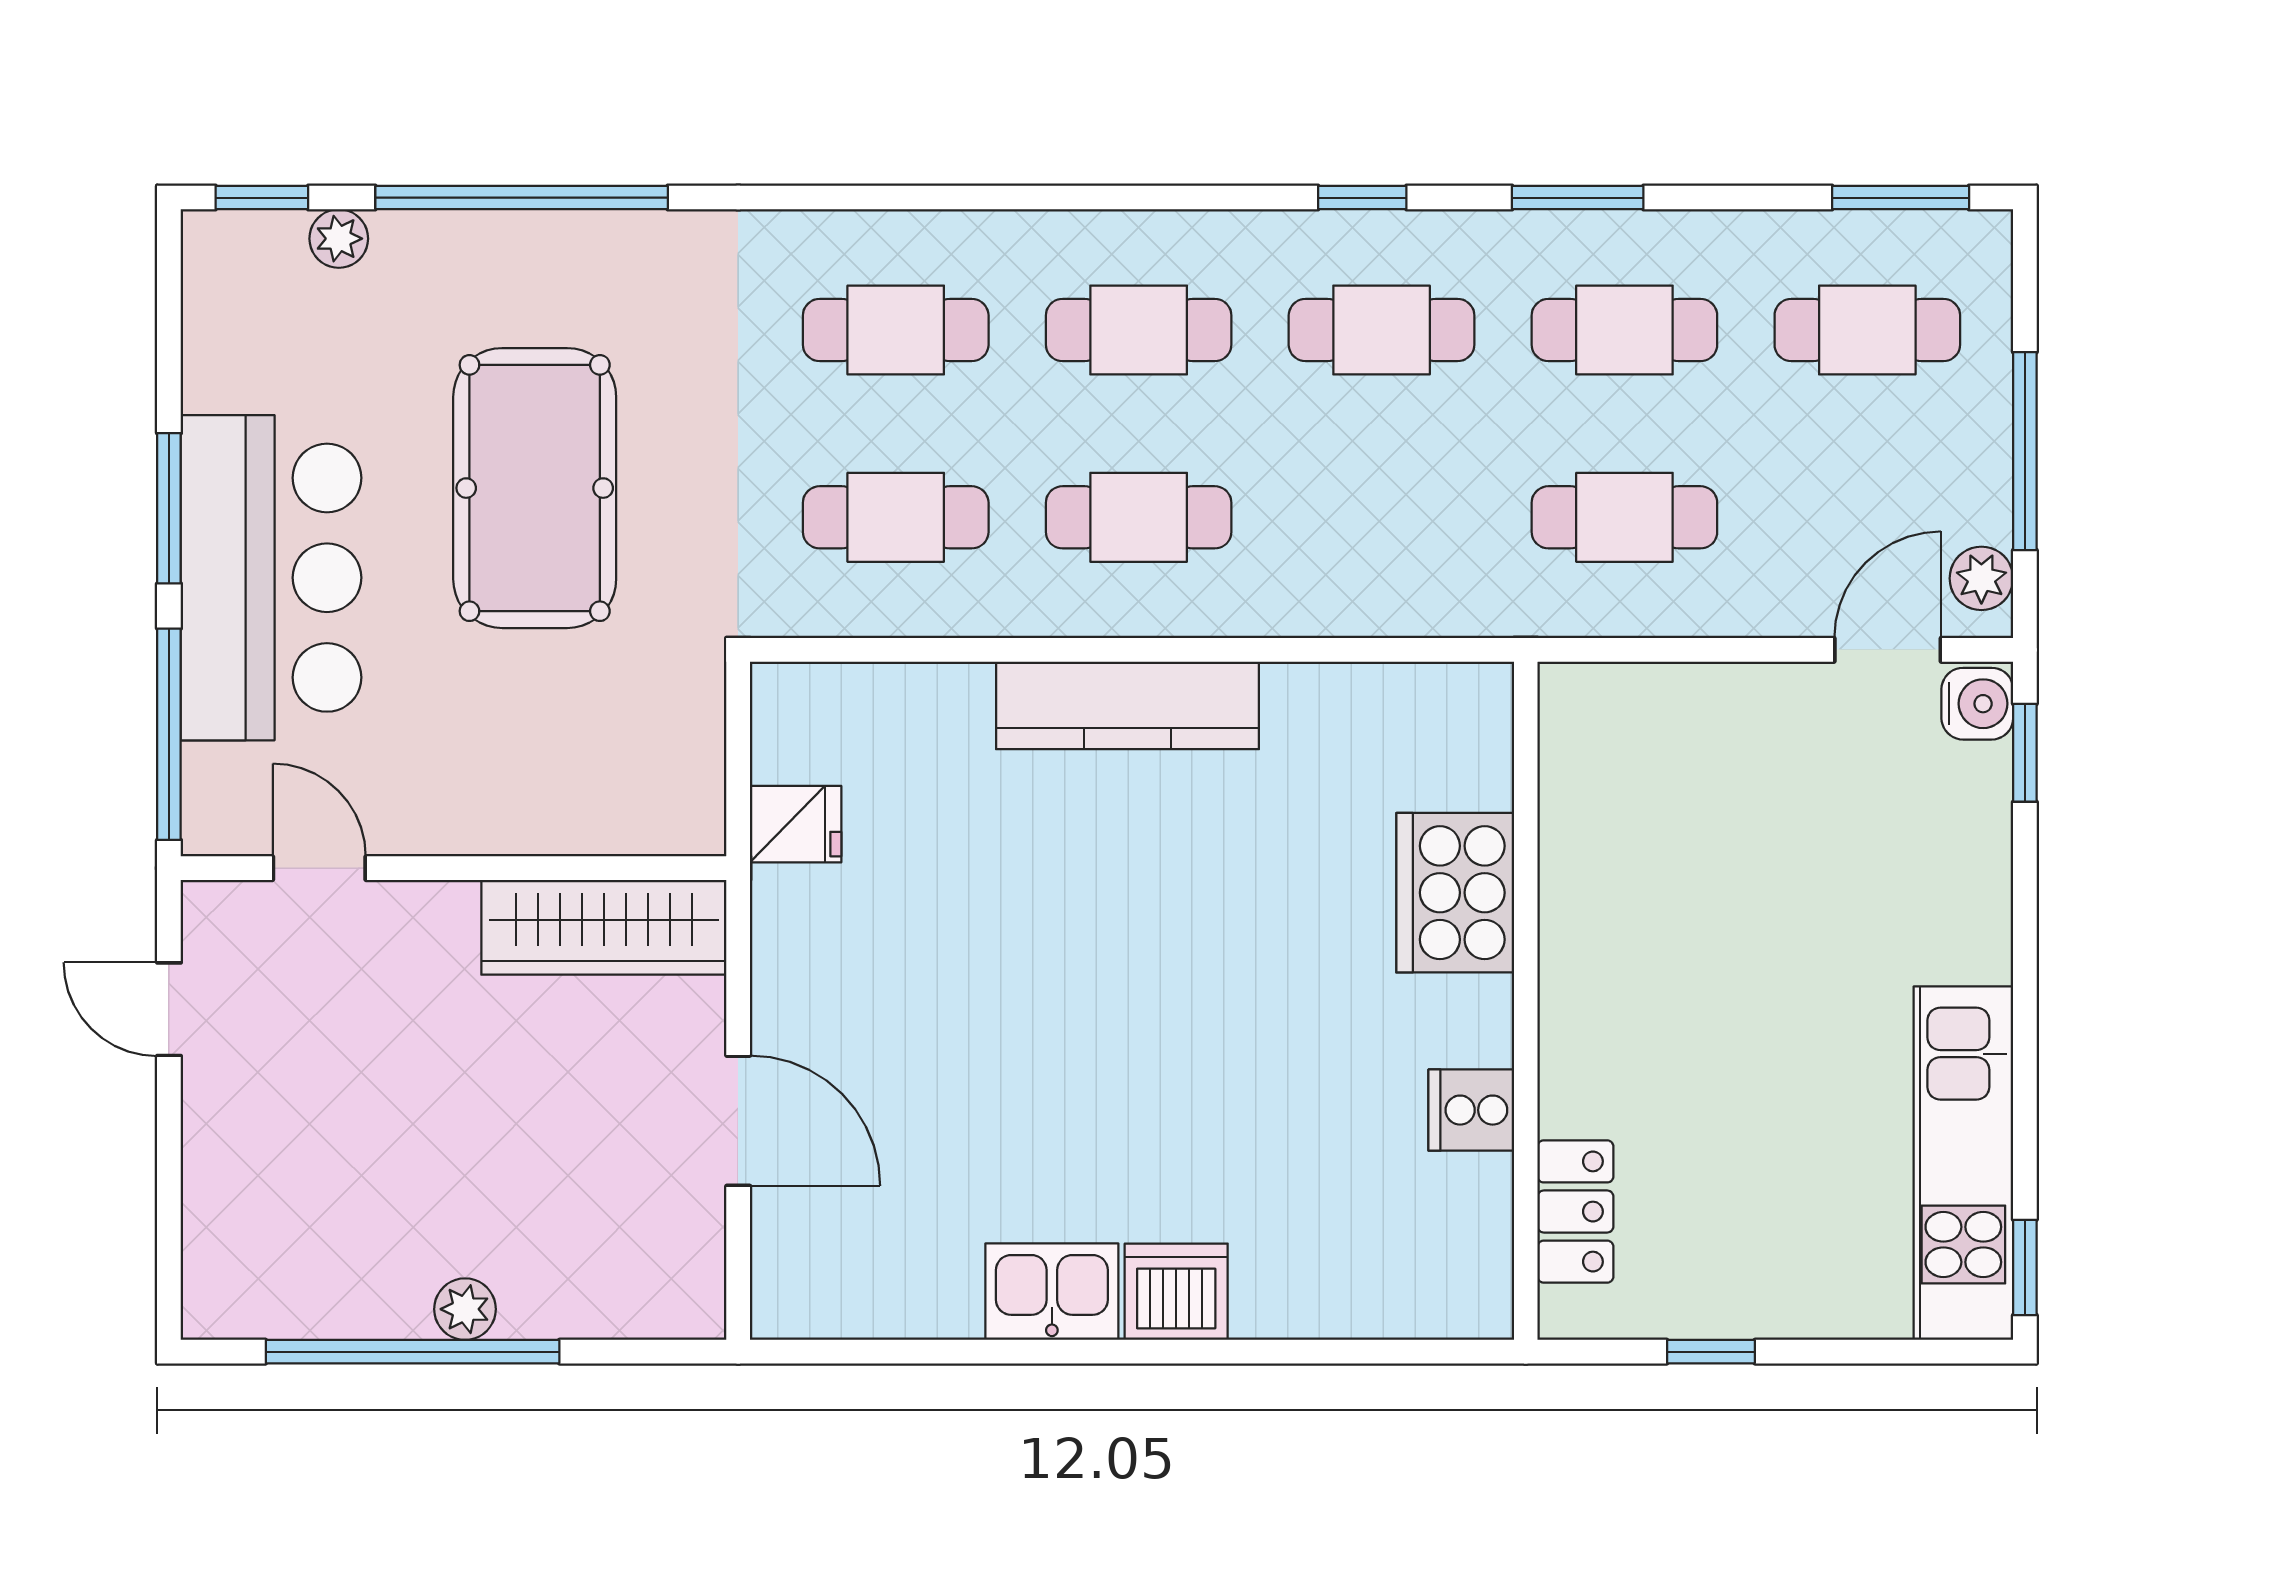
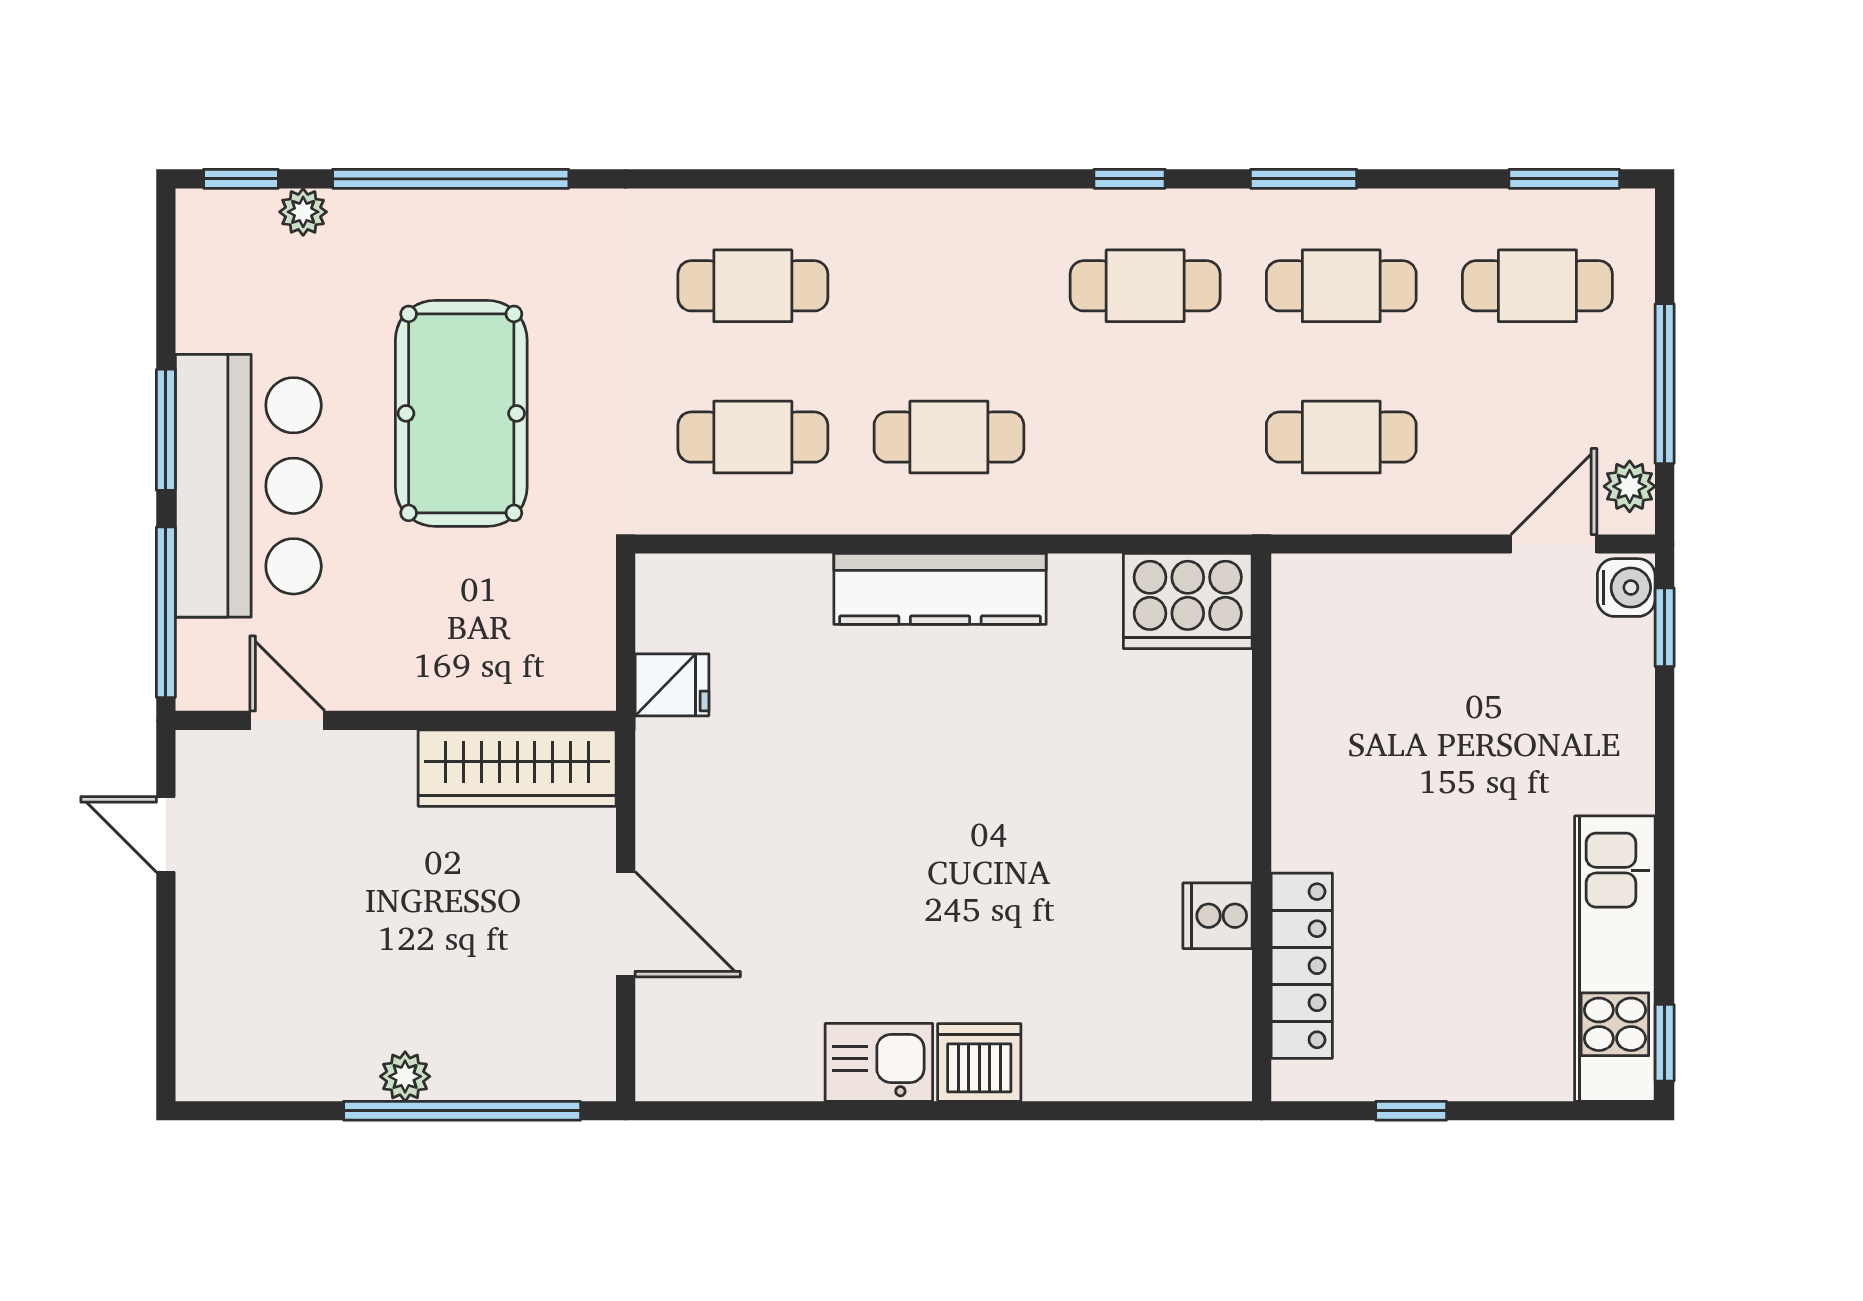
cafe table: (1139, 330) -> (949, 286), removed
cooker: (1455, 893) -> (1188, 601), moved, turned -90
locker: (1575, 1212) -> (1302, 966), width x1.53
window: (413, 1352) -> (462, 1111), moved

